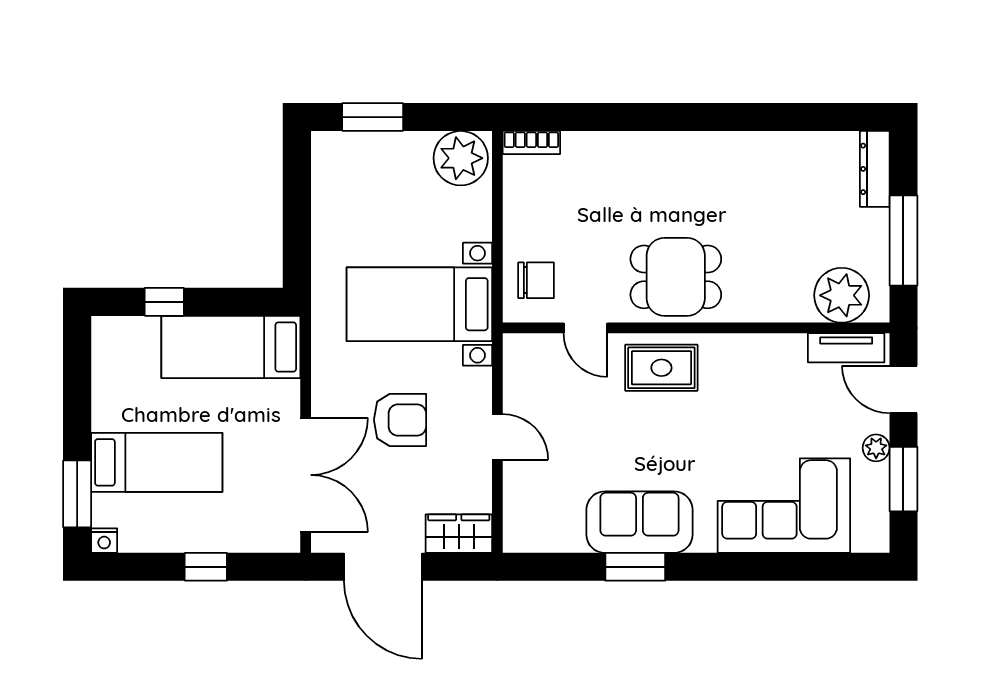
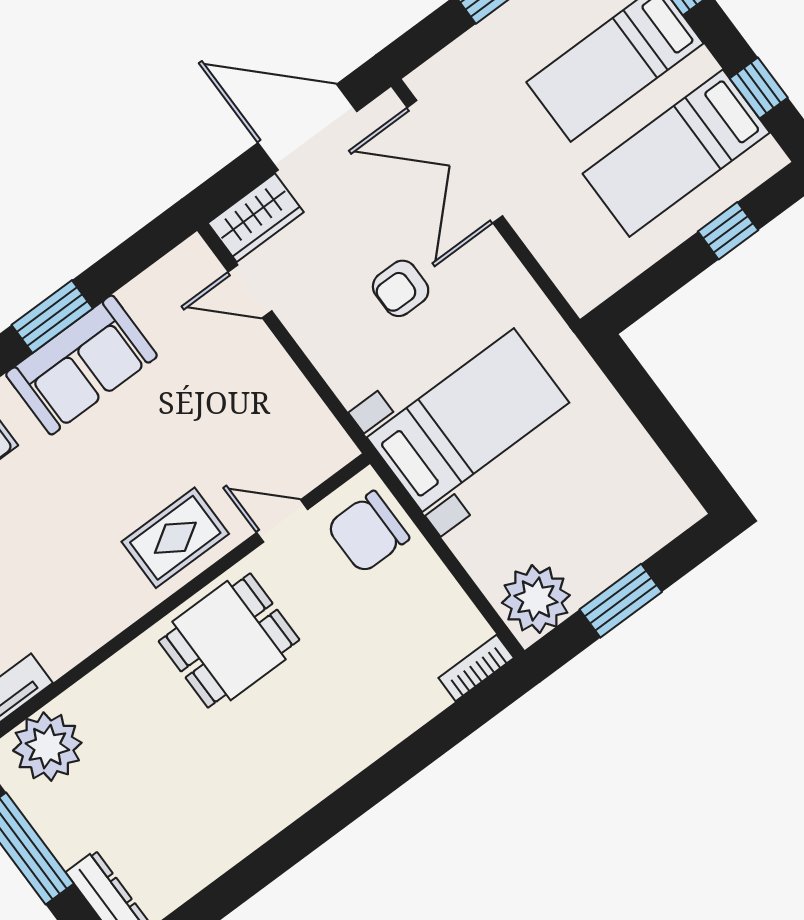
window: (373, 117) -> (621, 601), moved
chair: (536, 280) -> (368, 532), width x1.37, depth x1.37
bed: (231, 347) -> (676, 153), moved, turned 180
window: (77, 378) -> (759, 88), added
armchair: (400, 420) -> (401, 288), width x0.72, depth x0.72
door: (497, 437) -> (250, 291), moved

